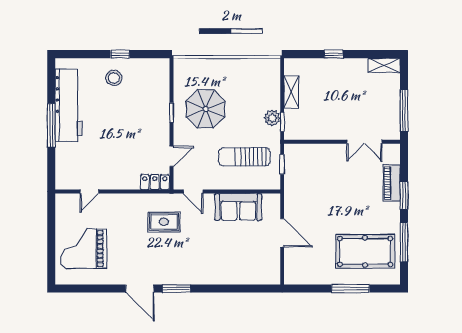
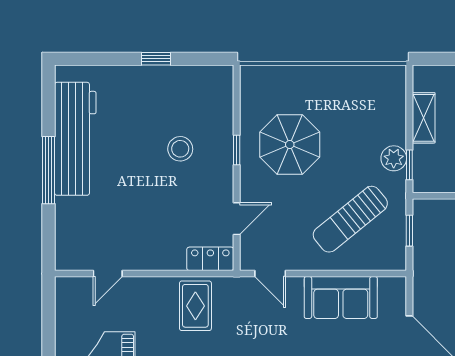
stool: (114, 78) -> (180, 149), moved
sun lounger: (244, 157) -> (350, 219), turned -39
rug: (164, 222) -> (195, 306), moved, turned 90

